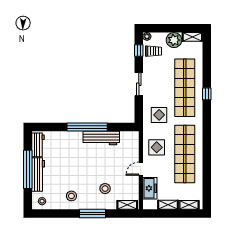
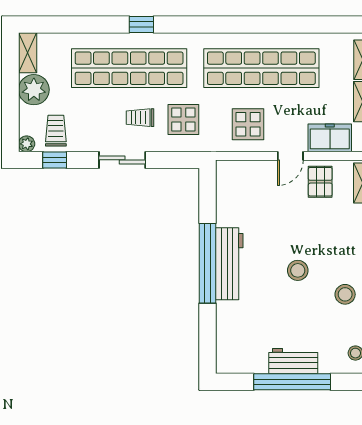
trolley: (160, 93) -> (140, 118), added
workbench: (101, 138) -> (229, 264), moved
workbench: (38, 145) -> (243, 361), removed
door: (141, 169) -> (290, 156), hinge flipped
workbench: (38, 175) -> (293, 361), width x0.73
pallet: (128, 184) -> (320, 182), added
stool: (105, 189) -> (298, 270), moved

